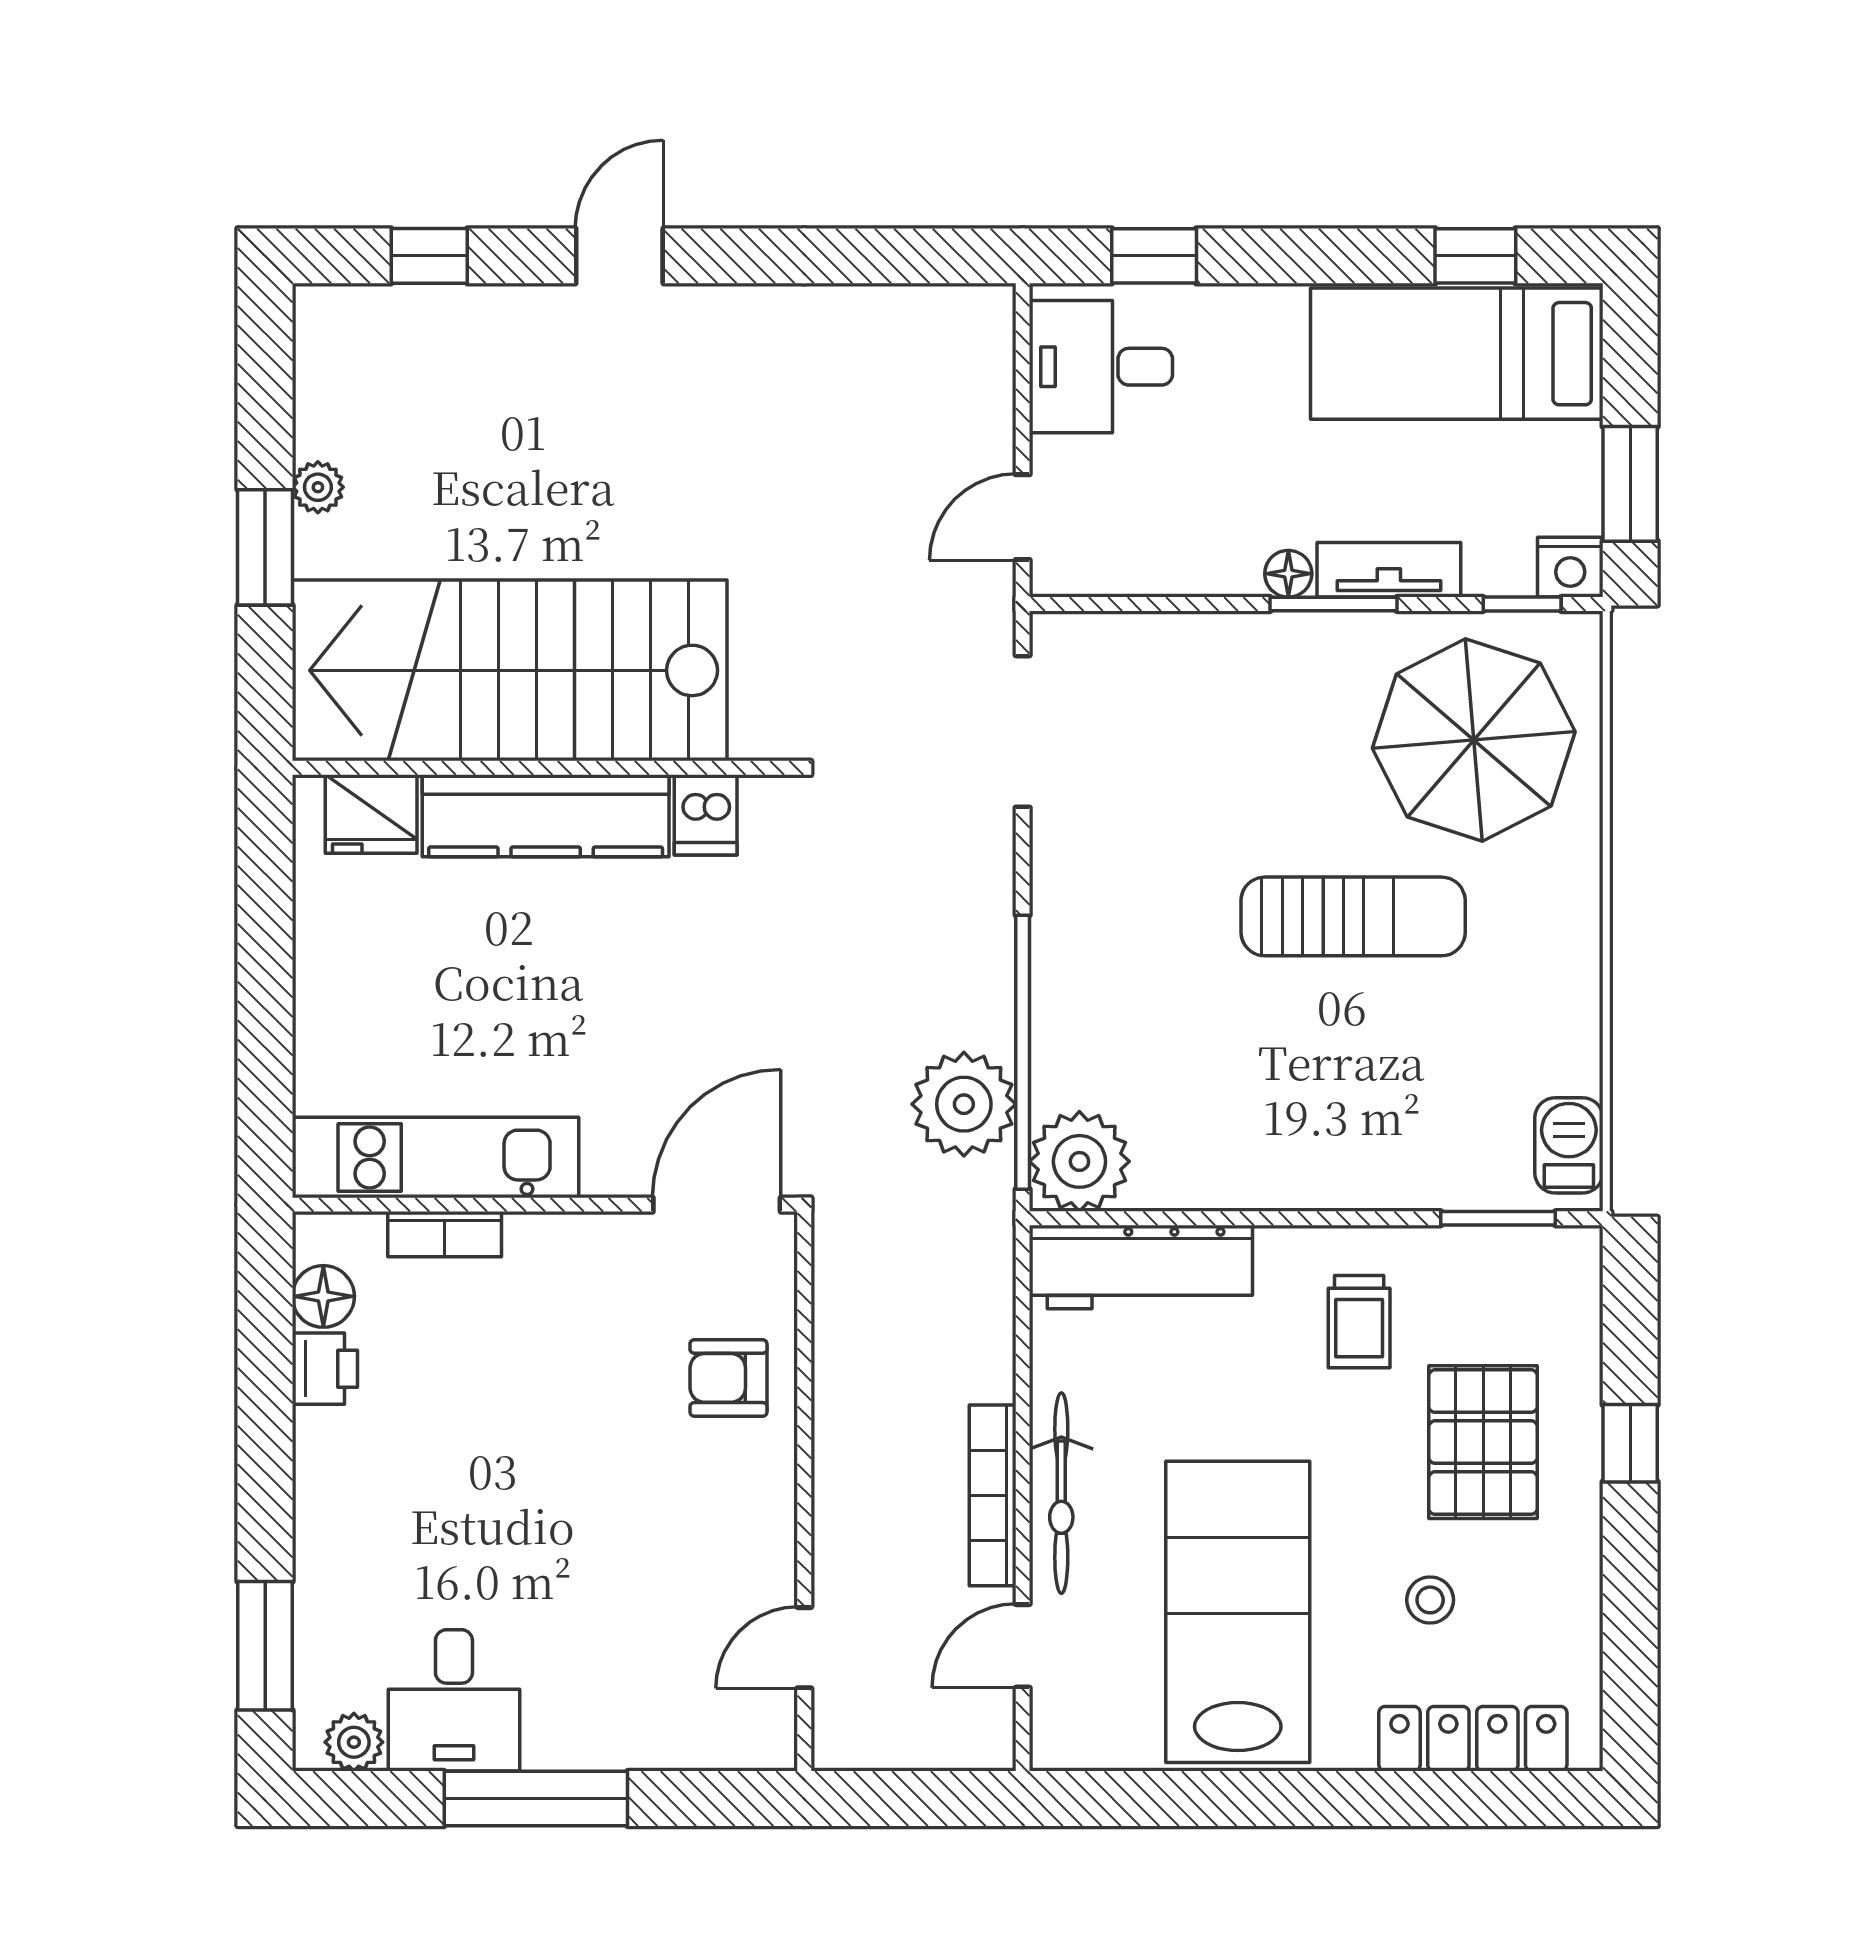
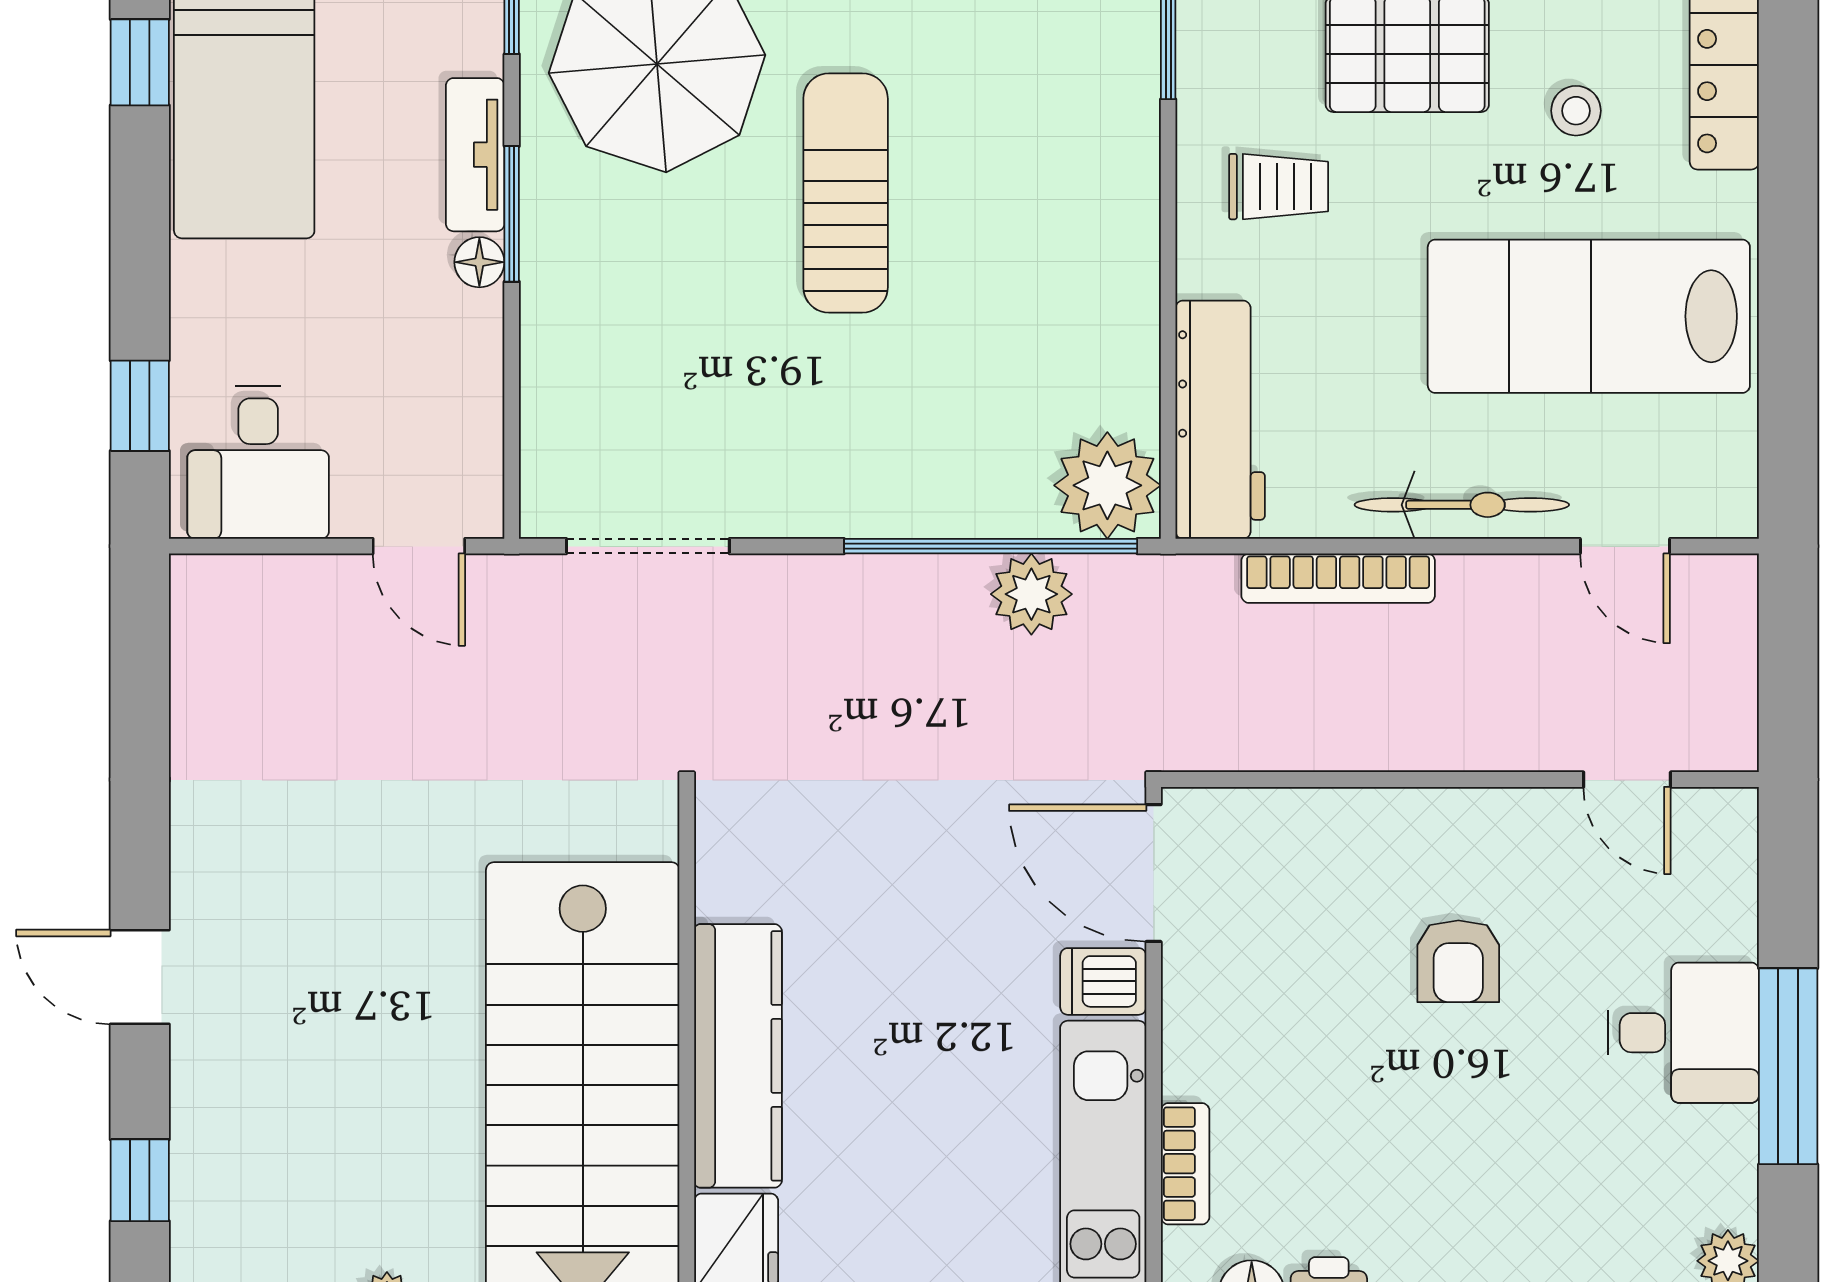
dishwasher: (706, 815) -> (1103, 981), moved, turned 180
plant: (964, 1104) -> (1031, 594), width x0.73, depth x0.73
armchair: (728, 1378) -> (1458, 961), moved
bookcase: (993, 1495) -> (1338, 578), moved
desk: (454, 1700) -> (1683, 1033), moved

